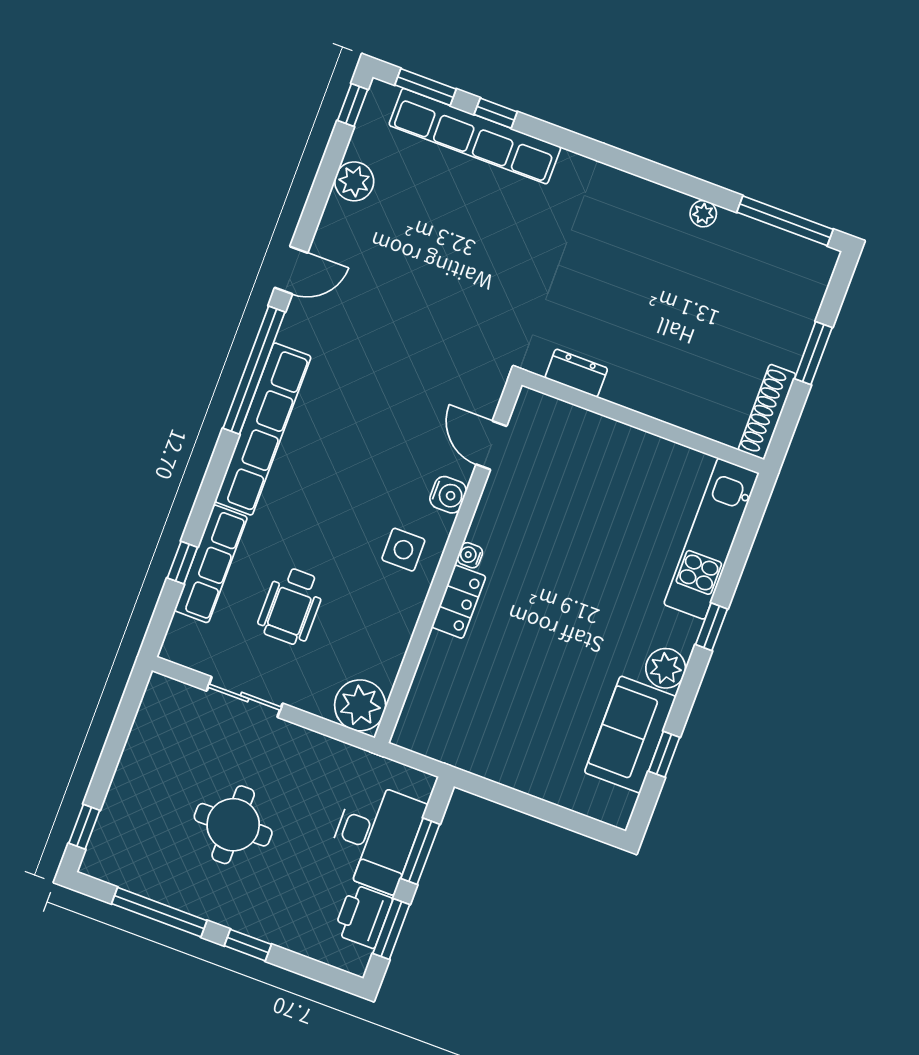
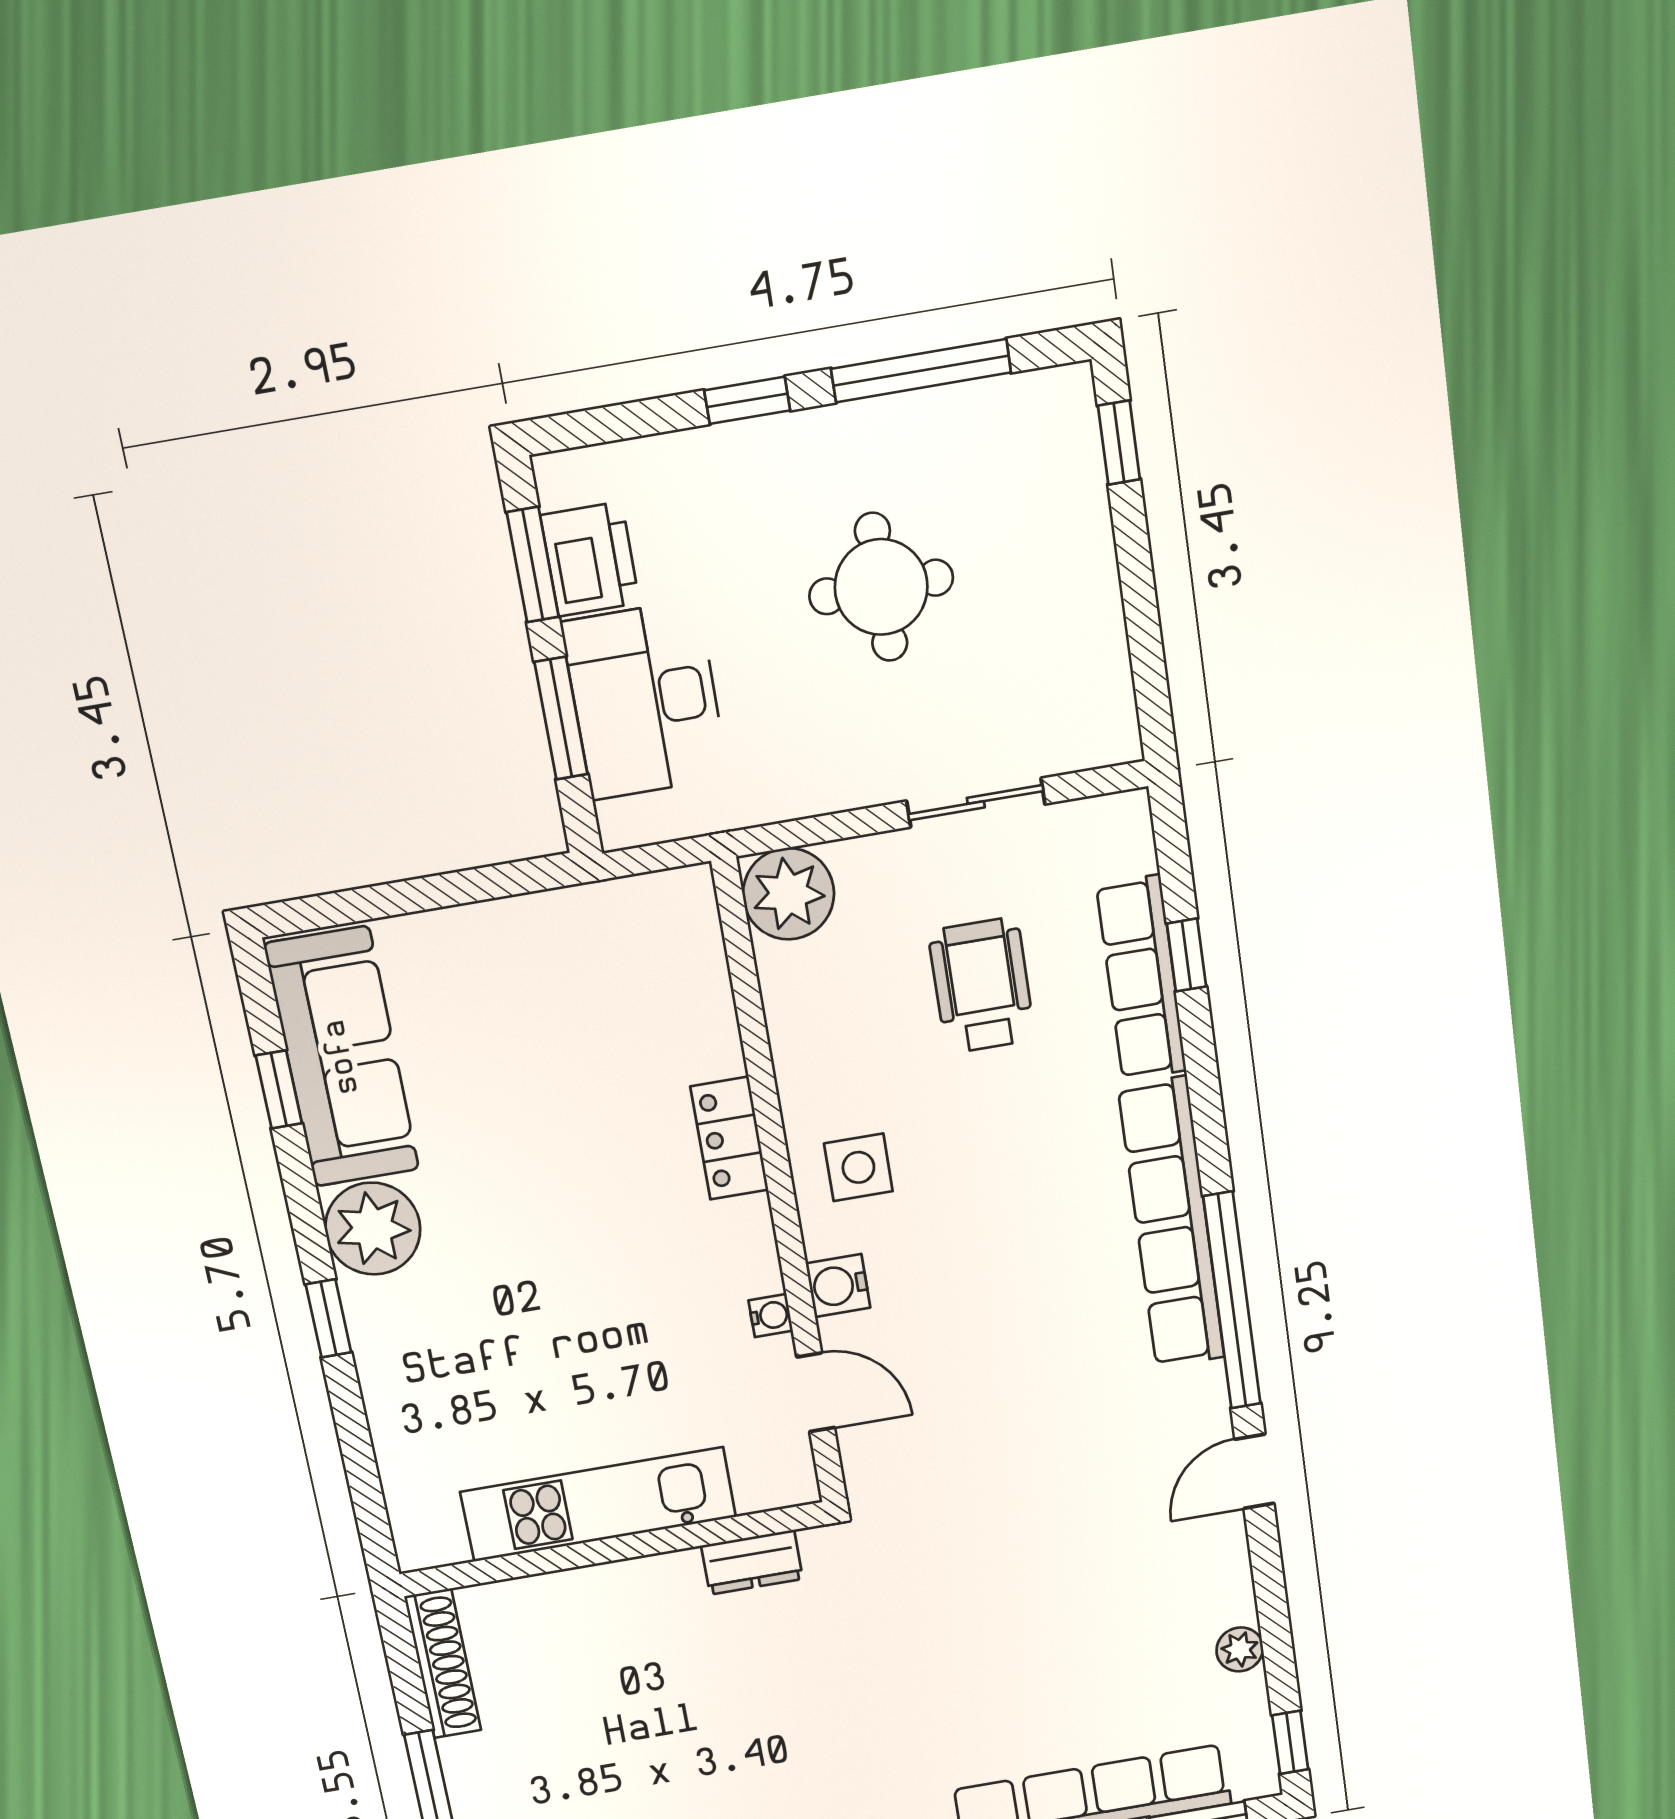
plant: (354, 181) -> (1240, 1649), width x0.73, depth x0.73
kitchen unit: (711, 539) -> (598, 1504), moved, turned -90
water cooler: (470, 555) -> (771, 1316), moved
plant: (666, 668) -> (373, 1229), width x1.36, depth x1.36
sofa: (630, 735) -> (342, 1057), width x1.36

